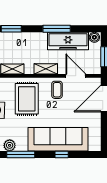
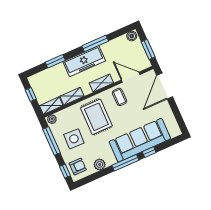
freezer: (68, 41) -> (84, 61), moved
window: (21, 155) -> (125, 163), moved

